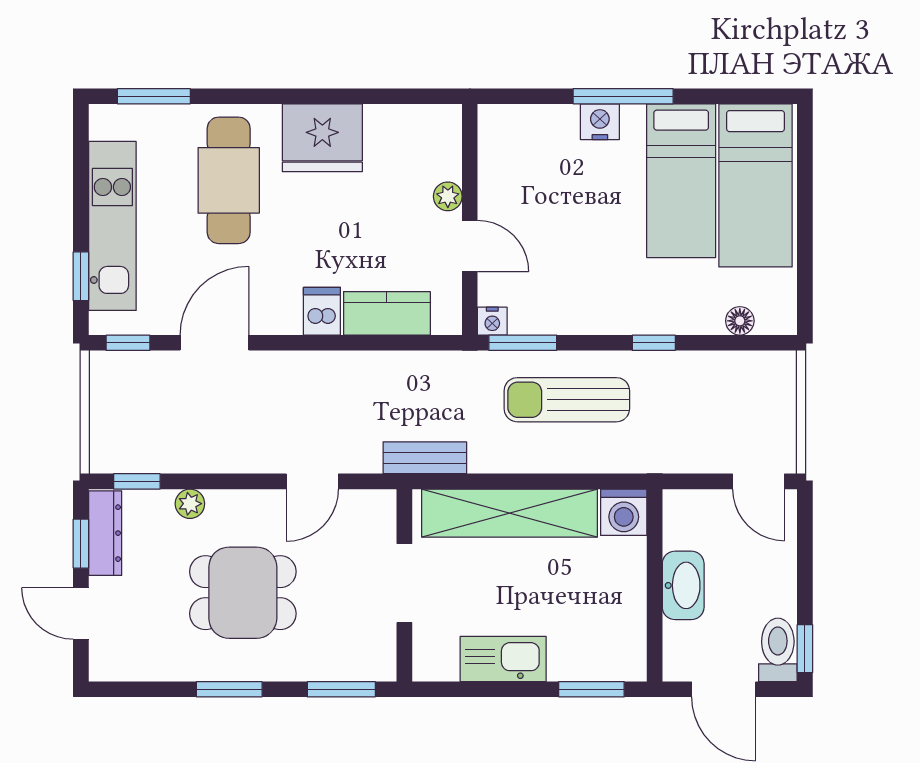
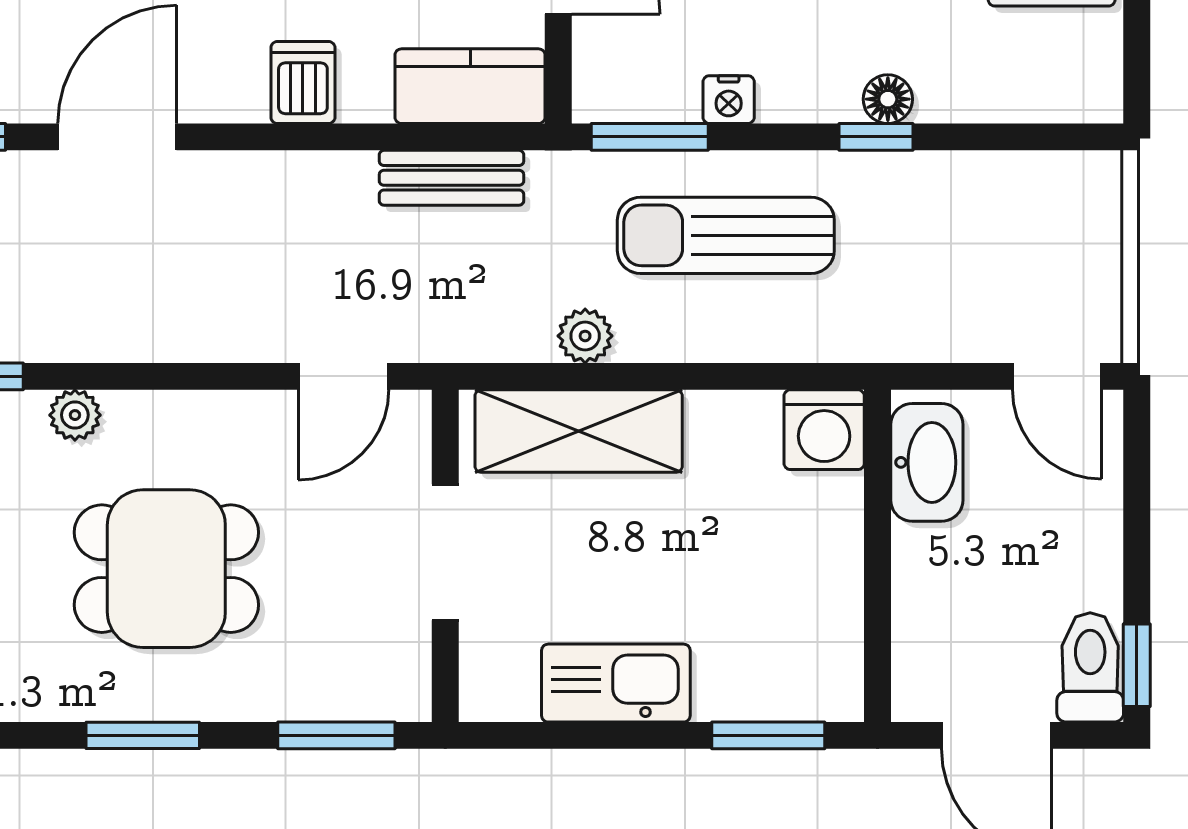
kitchen counter: (387, 313) -> (470, 86), moved
nightstand: (492, 321) -> (729, 100), moved
floor lamp: (740, 321) -> (888, 99), moved
bench: (425, 458) -> (451, 178), moved
plant: (485, 458) -> (585, 336), added
door: (312, 481) -> (343, 376), moved
shelving: (510, 513) -> (579, 431), width x0.68
washbasin: (683, 585) -> (927, 462), moved

